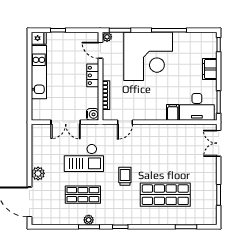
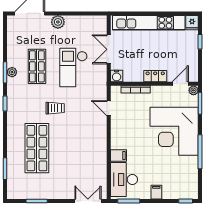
filing cabinet: (210, 69) -> (156, 192), width x0.50
kitchen unit: (39, 72) -> (149, 23), width x1.36

